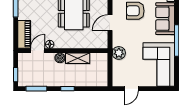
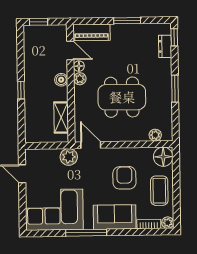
door: (110, 23) -> (91, 145), moved
plant: (59, 44) -> (80, 79), added
shelving: (78, 58) -> (61, 118), moved
window: (36, 89) -> (20, 49), removed

